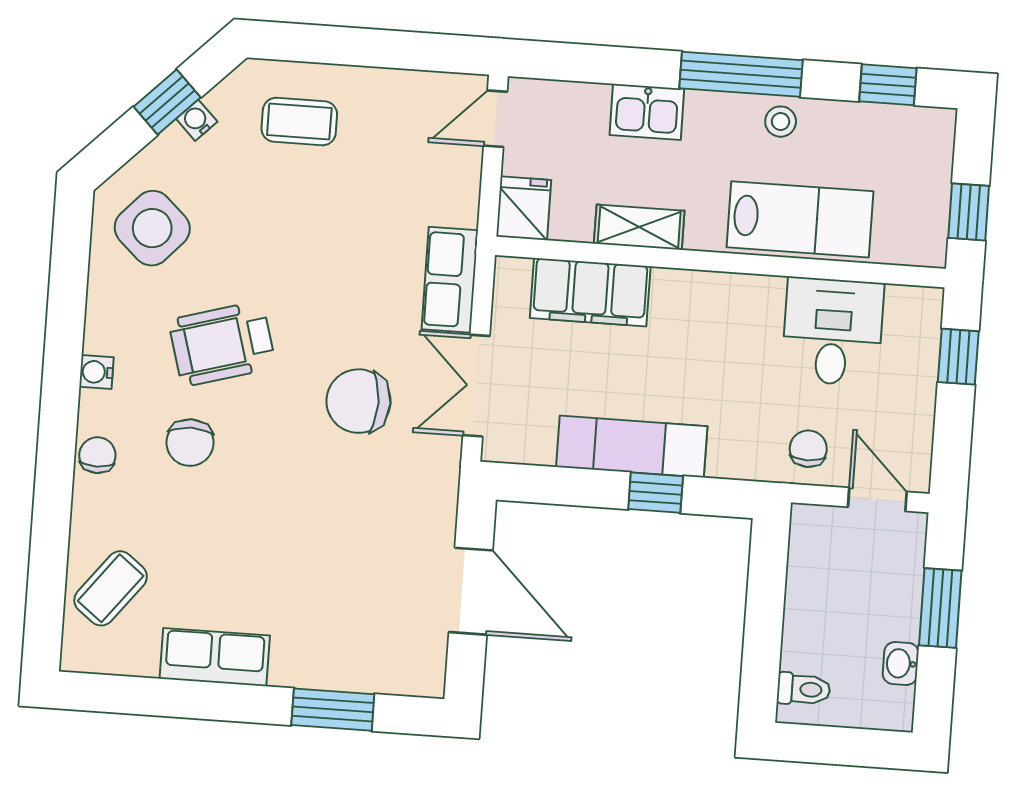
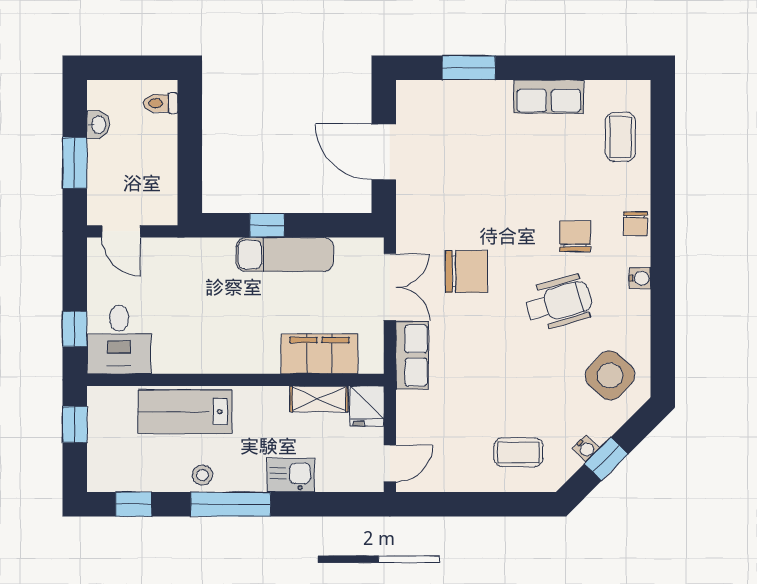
shelving: (639, 227) -> (319, 399), moved
desk: (833, 332) -> (119, 339), moved
chair: (808, 449) -> (169, 261), removed
coffee table: (111, 588) -> (620, 137), turned -38

